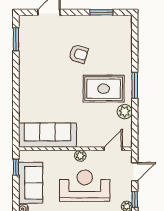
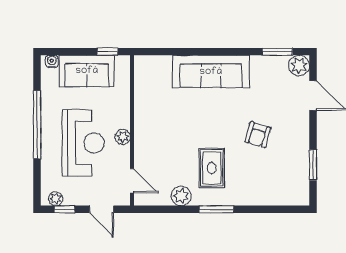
plant: (26, 23) -> (299, 66), added
rug: (104, 89) -> (212, 168), width x0.73, depth x0.70
sofa: (48, 135) -> (211, 72), moved, turned 90

